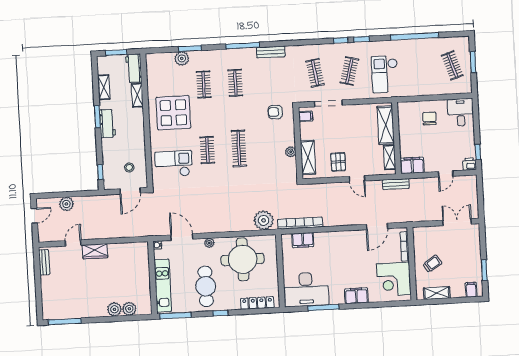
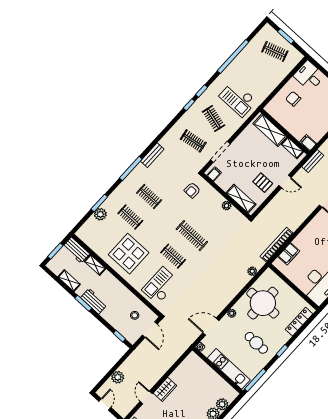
filing cabinet: (412, 165) -> (308, 143), width x0.50
plant: (264, 220) -> (252, 271), width x0.53, depth x0.53
cafe table: (206, 286) -> (256, 343), width x0.73, depth x0.74

